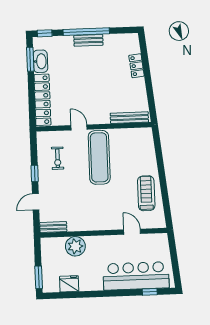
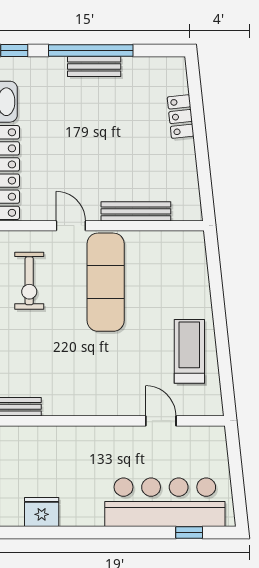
bench: (129, 118) -> (136, 211), moved
exercise bike: (58, 158) -> (29, 281), width x1.38, depth x1.39
plant: (75, 246) -> (56, 444), removed

